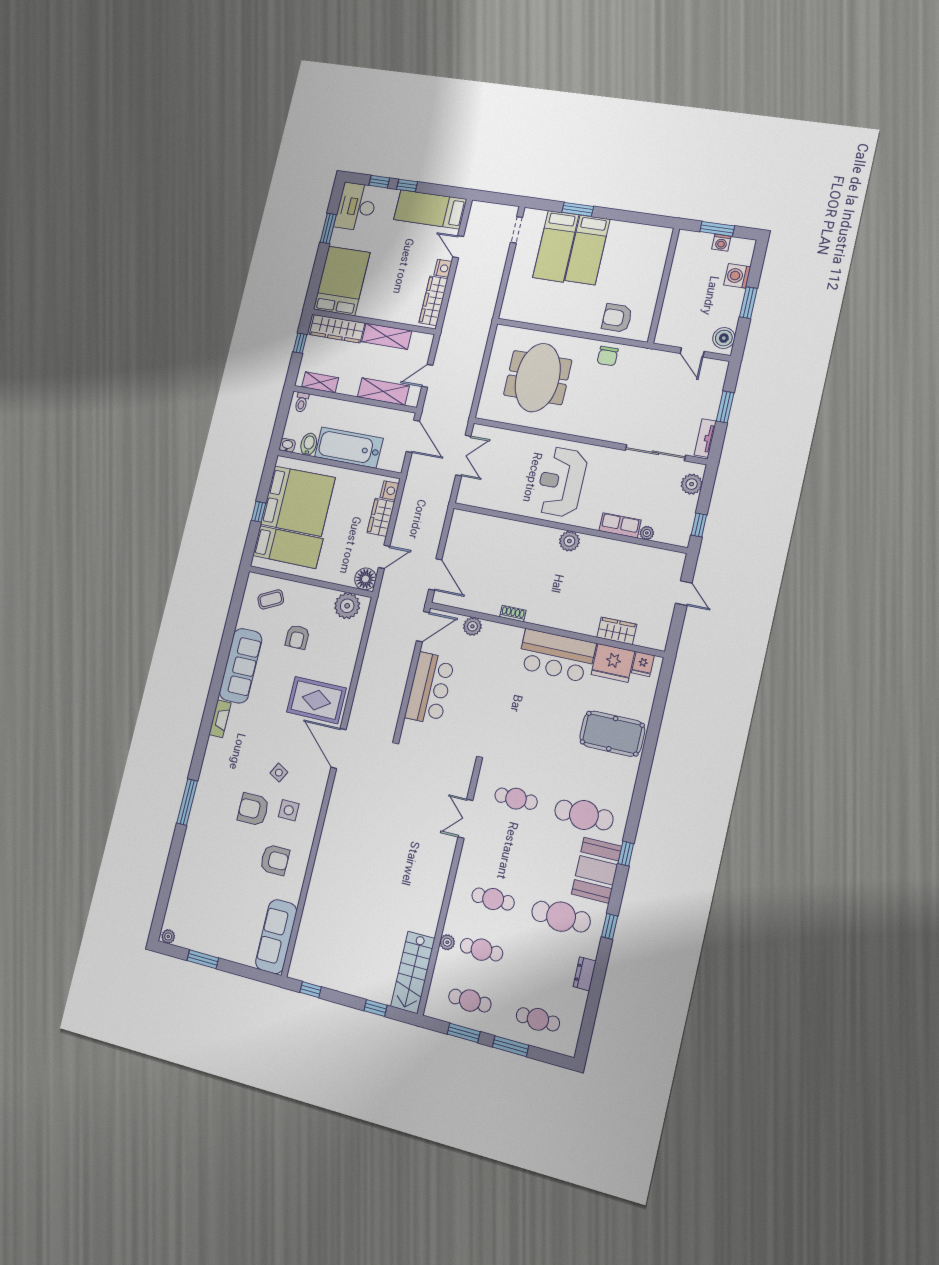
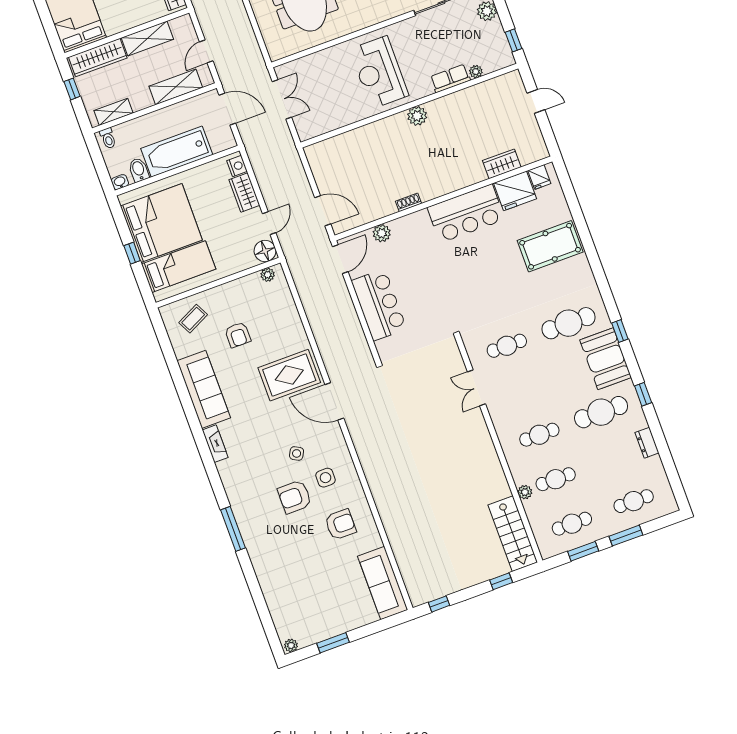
plant: (347, 606) -> (268, 275), width x0.53, depth x0.53

